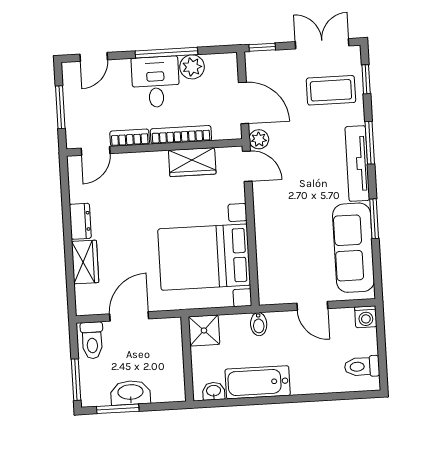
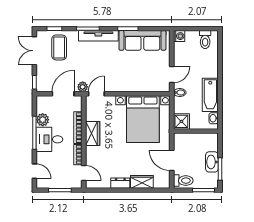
wardrobe: (192, 162) -> (93, 133), moved
door: (312, 306) -> (172, 75), moved

